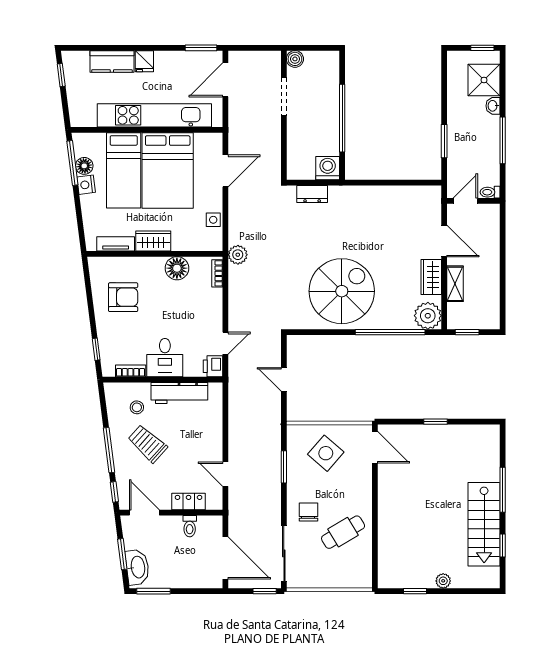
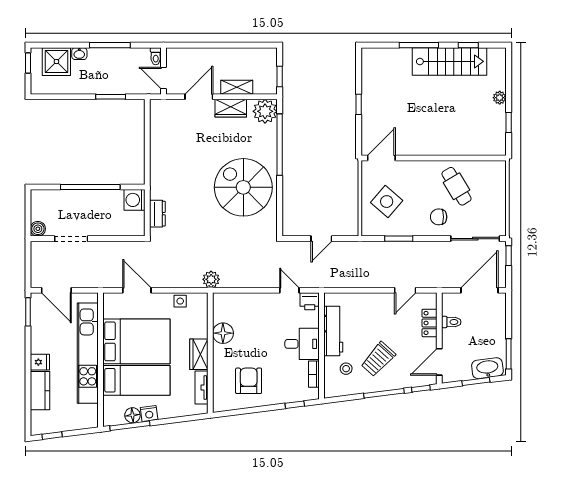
bookcase: (217, 273) -> (228, 298), removed

